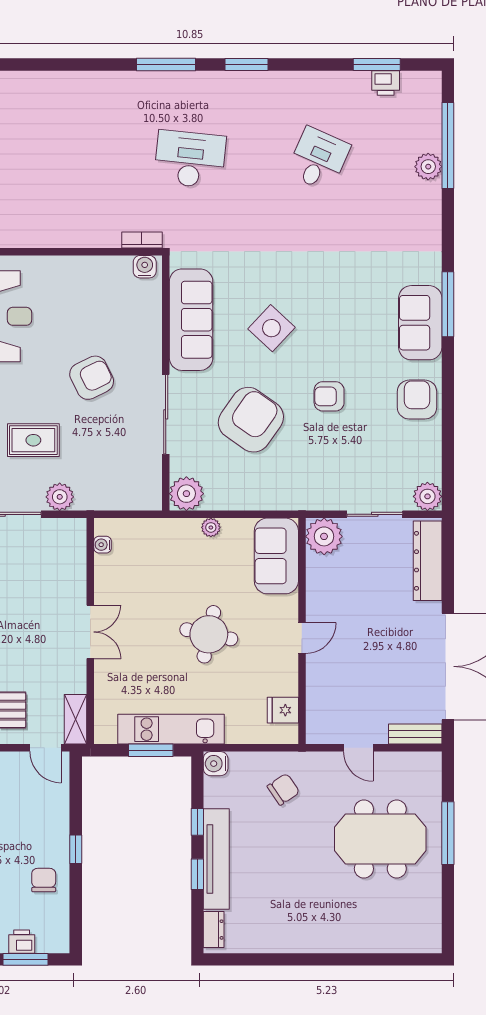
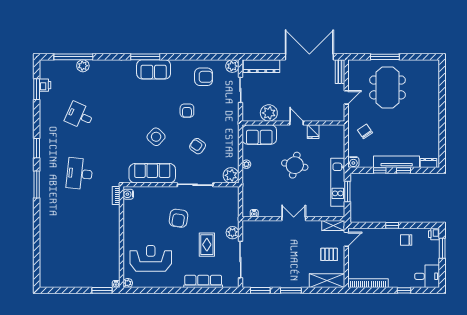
armchair: (92, 378) -> (179, 218), turned -145
armchair: (417, 400) -> (204, 77), moved, turned 180
armchair: (251, 420) -> (198, 146), width x0.53, depth x0.53
plant: (324, 536) -> (269, 113), moved
fridge: (283, 710) -> (313, 132), moved
printer: (22, 942) -> (434, 234), moved

